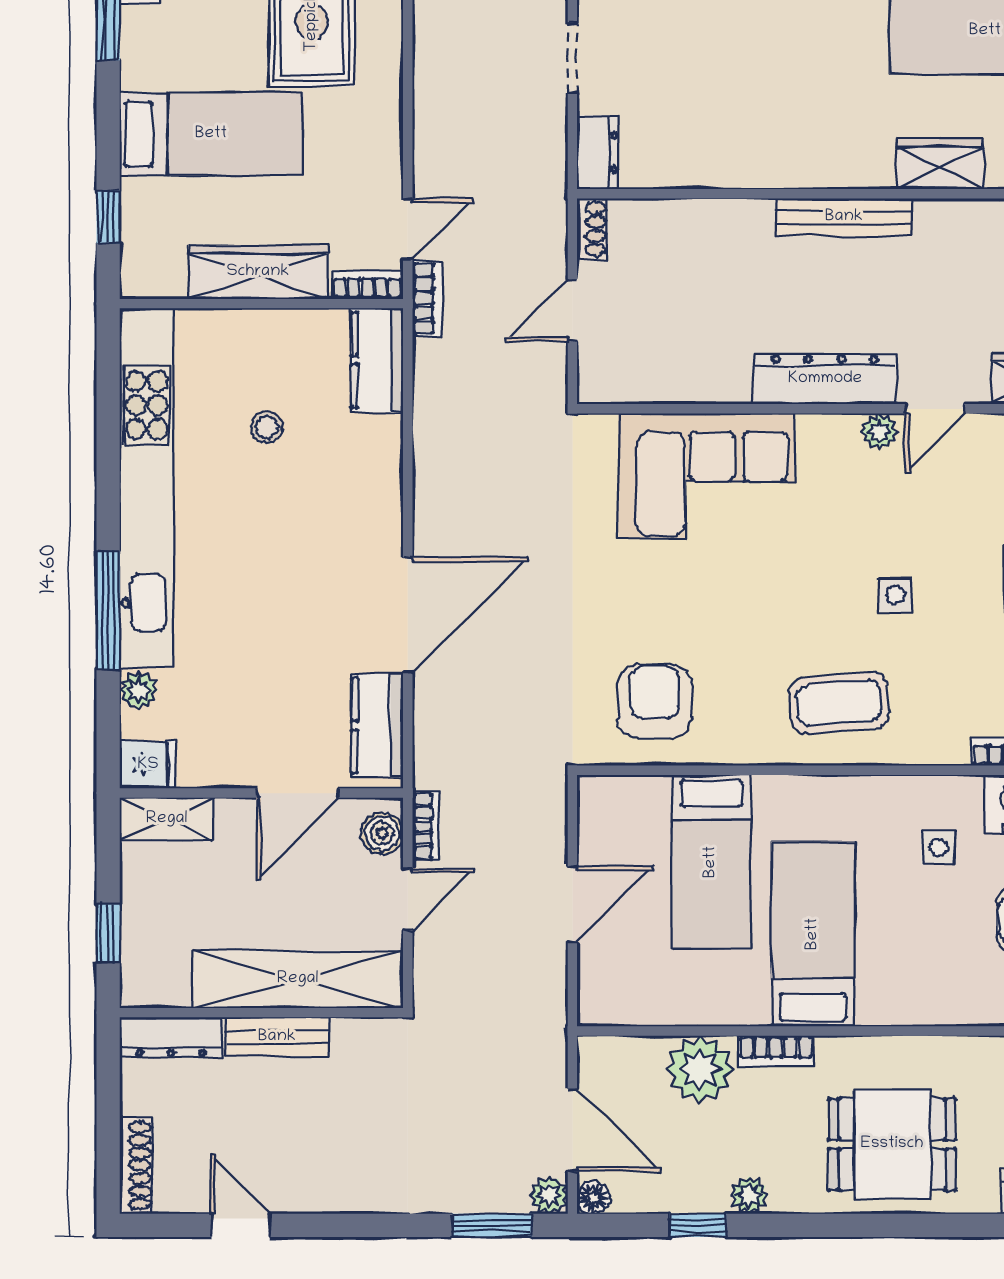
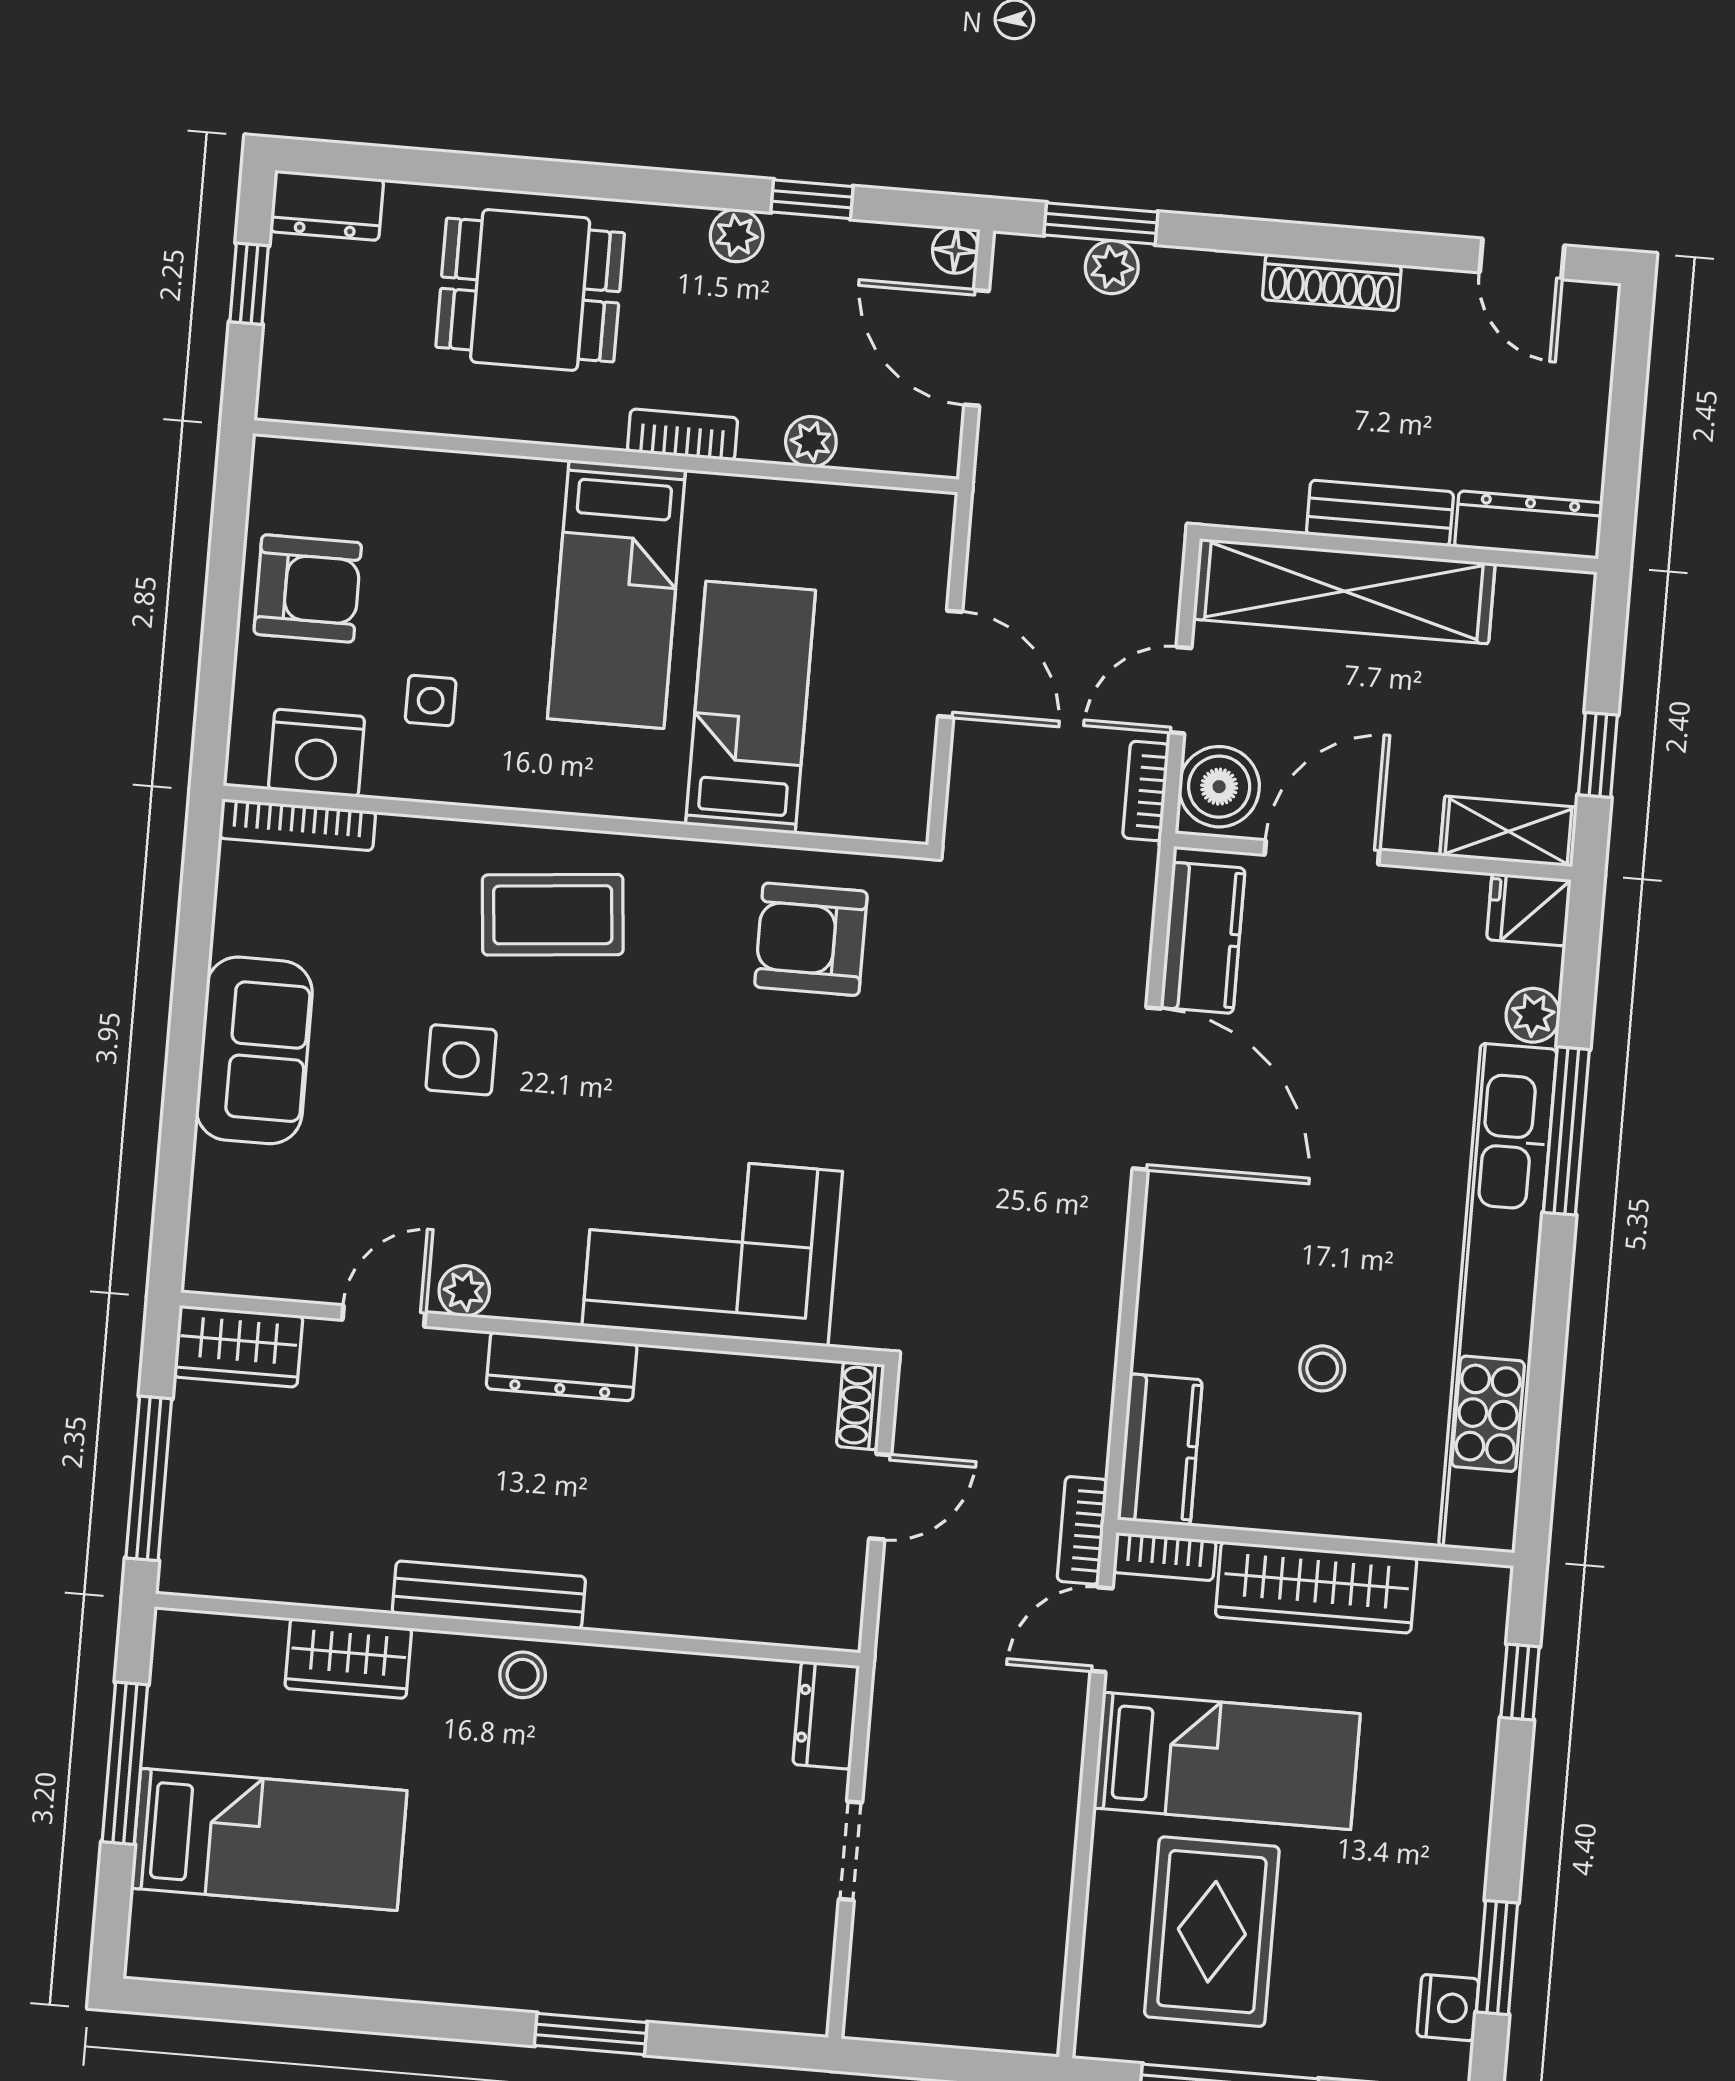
bed: (211, 134) -> (1227, 1761), moved, turned 180
stool: (815, 163) -> (523, 1675), added
shoe rack: (592, 229) -> (860, 1405), moved
dresser: (825, 379) -> (562, 1366), width x0.73, depth x0.80
side table: (895, 595) -> (461, 1060), width x1.37, depth x1.37
door: (408, 615) -> (1147, 1089), swing flipped
armchair: (655, 701) -> (811, 939), turned 90
boiler: (382, 833) -> (1219, 787), width x1.36, depth x1.36
door: (572, 904) -> (950, 664), swing flipped
window: (108, 933) -> (1598, 755), moved
plant: (700, 1069) -> (811, 442), width x0.53, depth x0.53
shoe rack: (136, 1166) -> (1332, 282), moved, turned -90
plant: (549, 1195) -> (1112, 267), moved
door: (241, 1225) -> (1522, 259), moved

